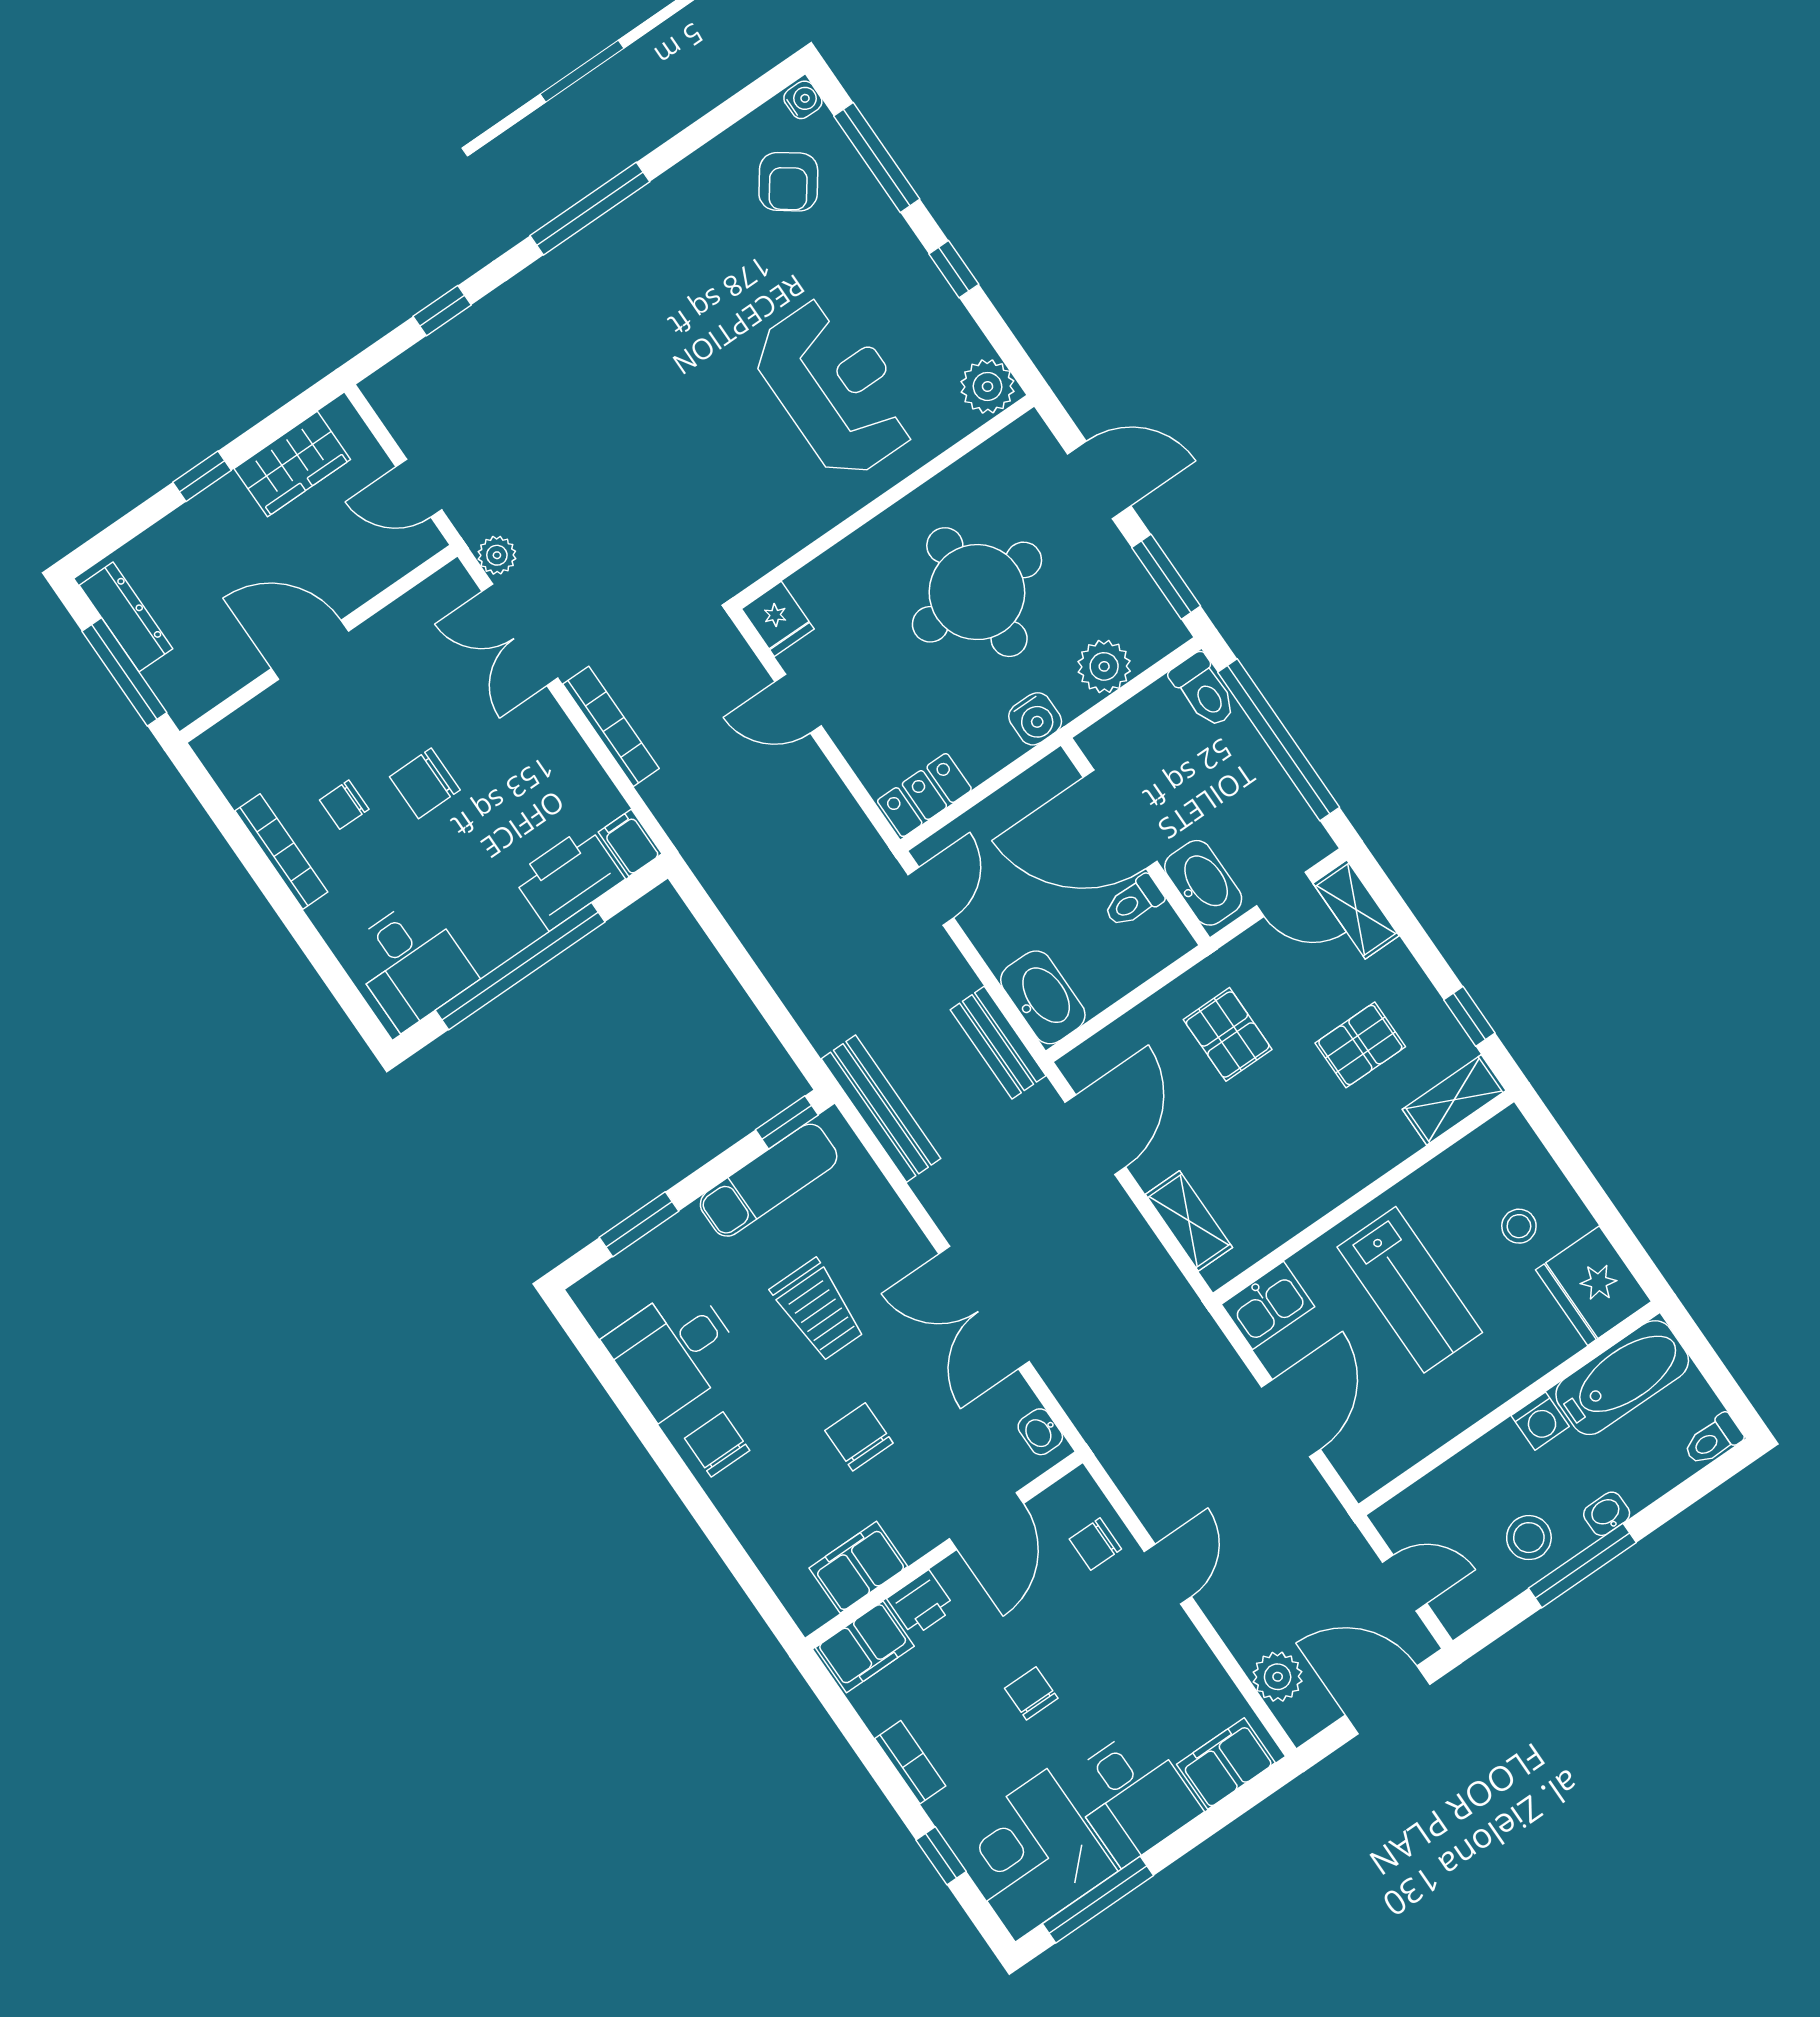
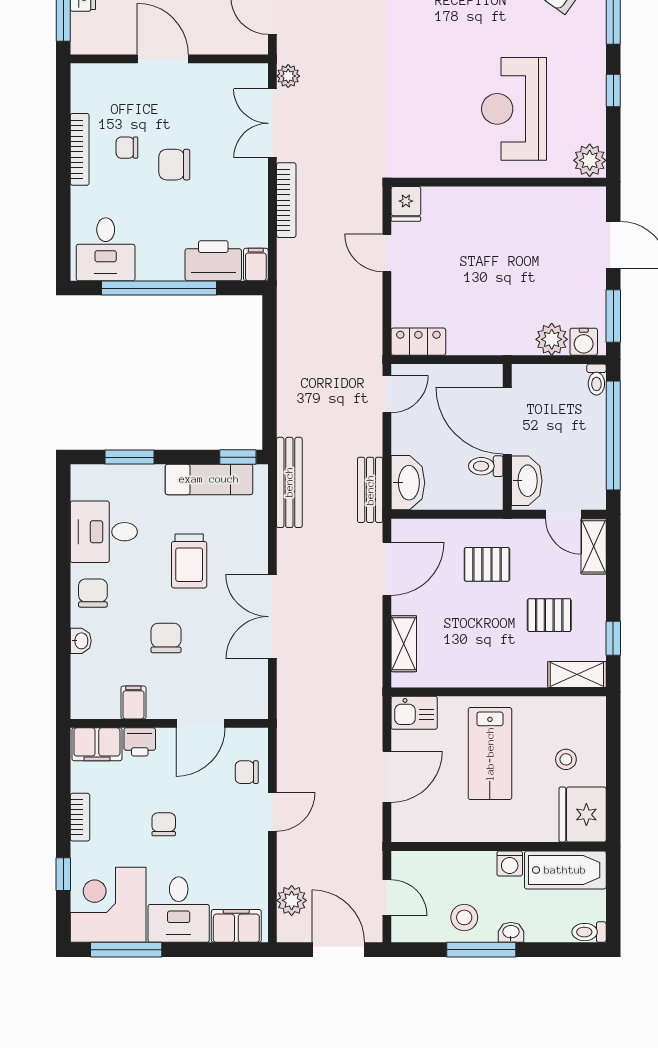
reception desk: (836, 387) -> (514, 109), turned 180
round table: (977, 592) -> (514, 259), removed
toilet: (1204, 691) -> (596, 380), width x0.73, depth x0.72
water cooler: (1035, 719) -> (584, 342), moved
pallet: (1228, 1034) -> (487, 564), turned 90
washbasin: (1040, 1432) -> (81, 641), moved, turned 180
filing cabinet: (858, 1567) -> (133, 702), width x0.50

